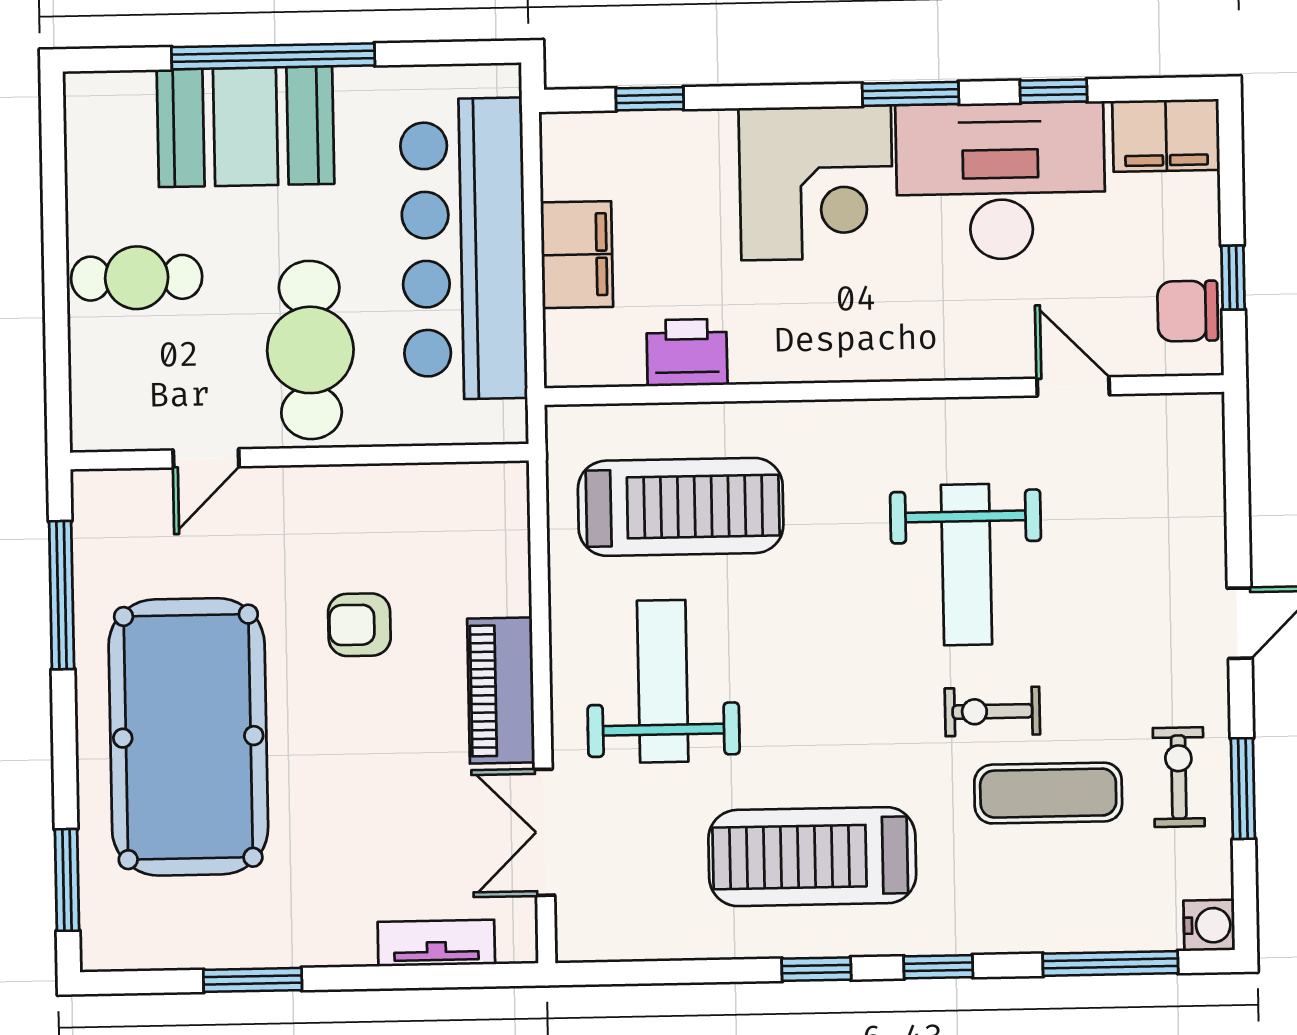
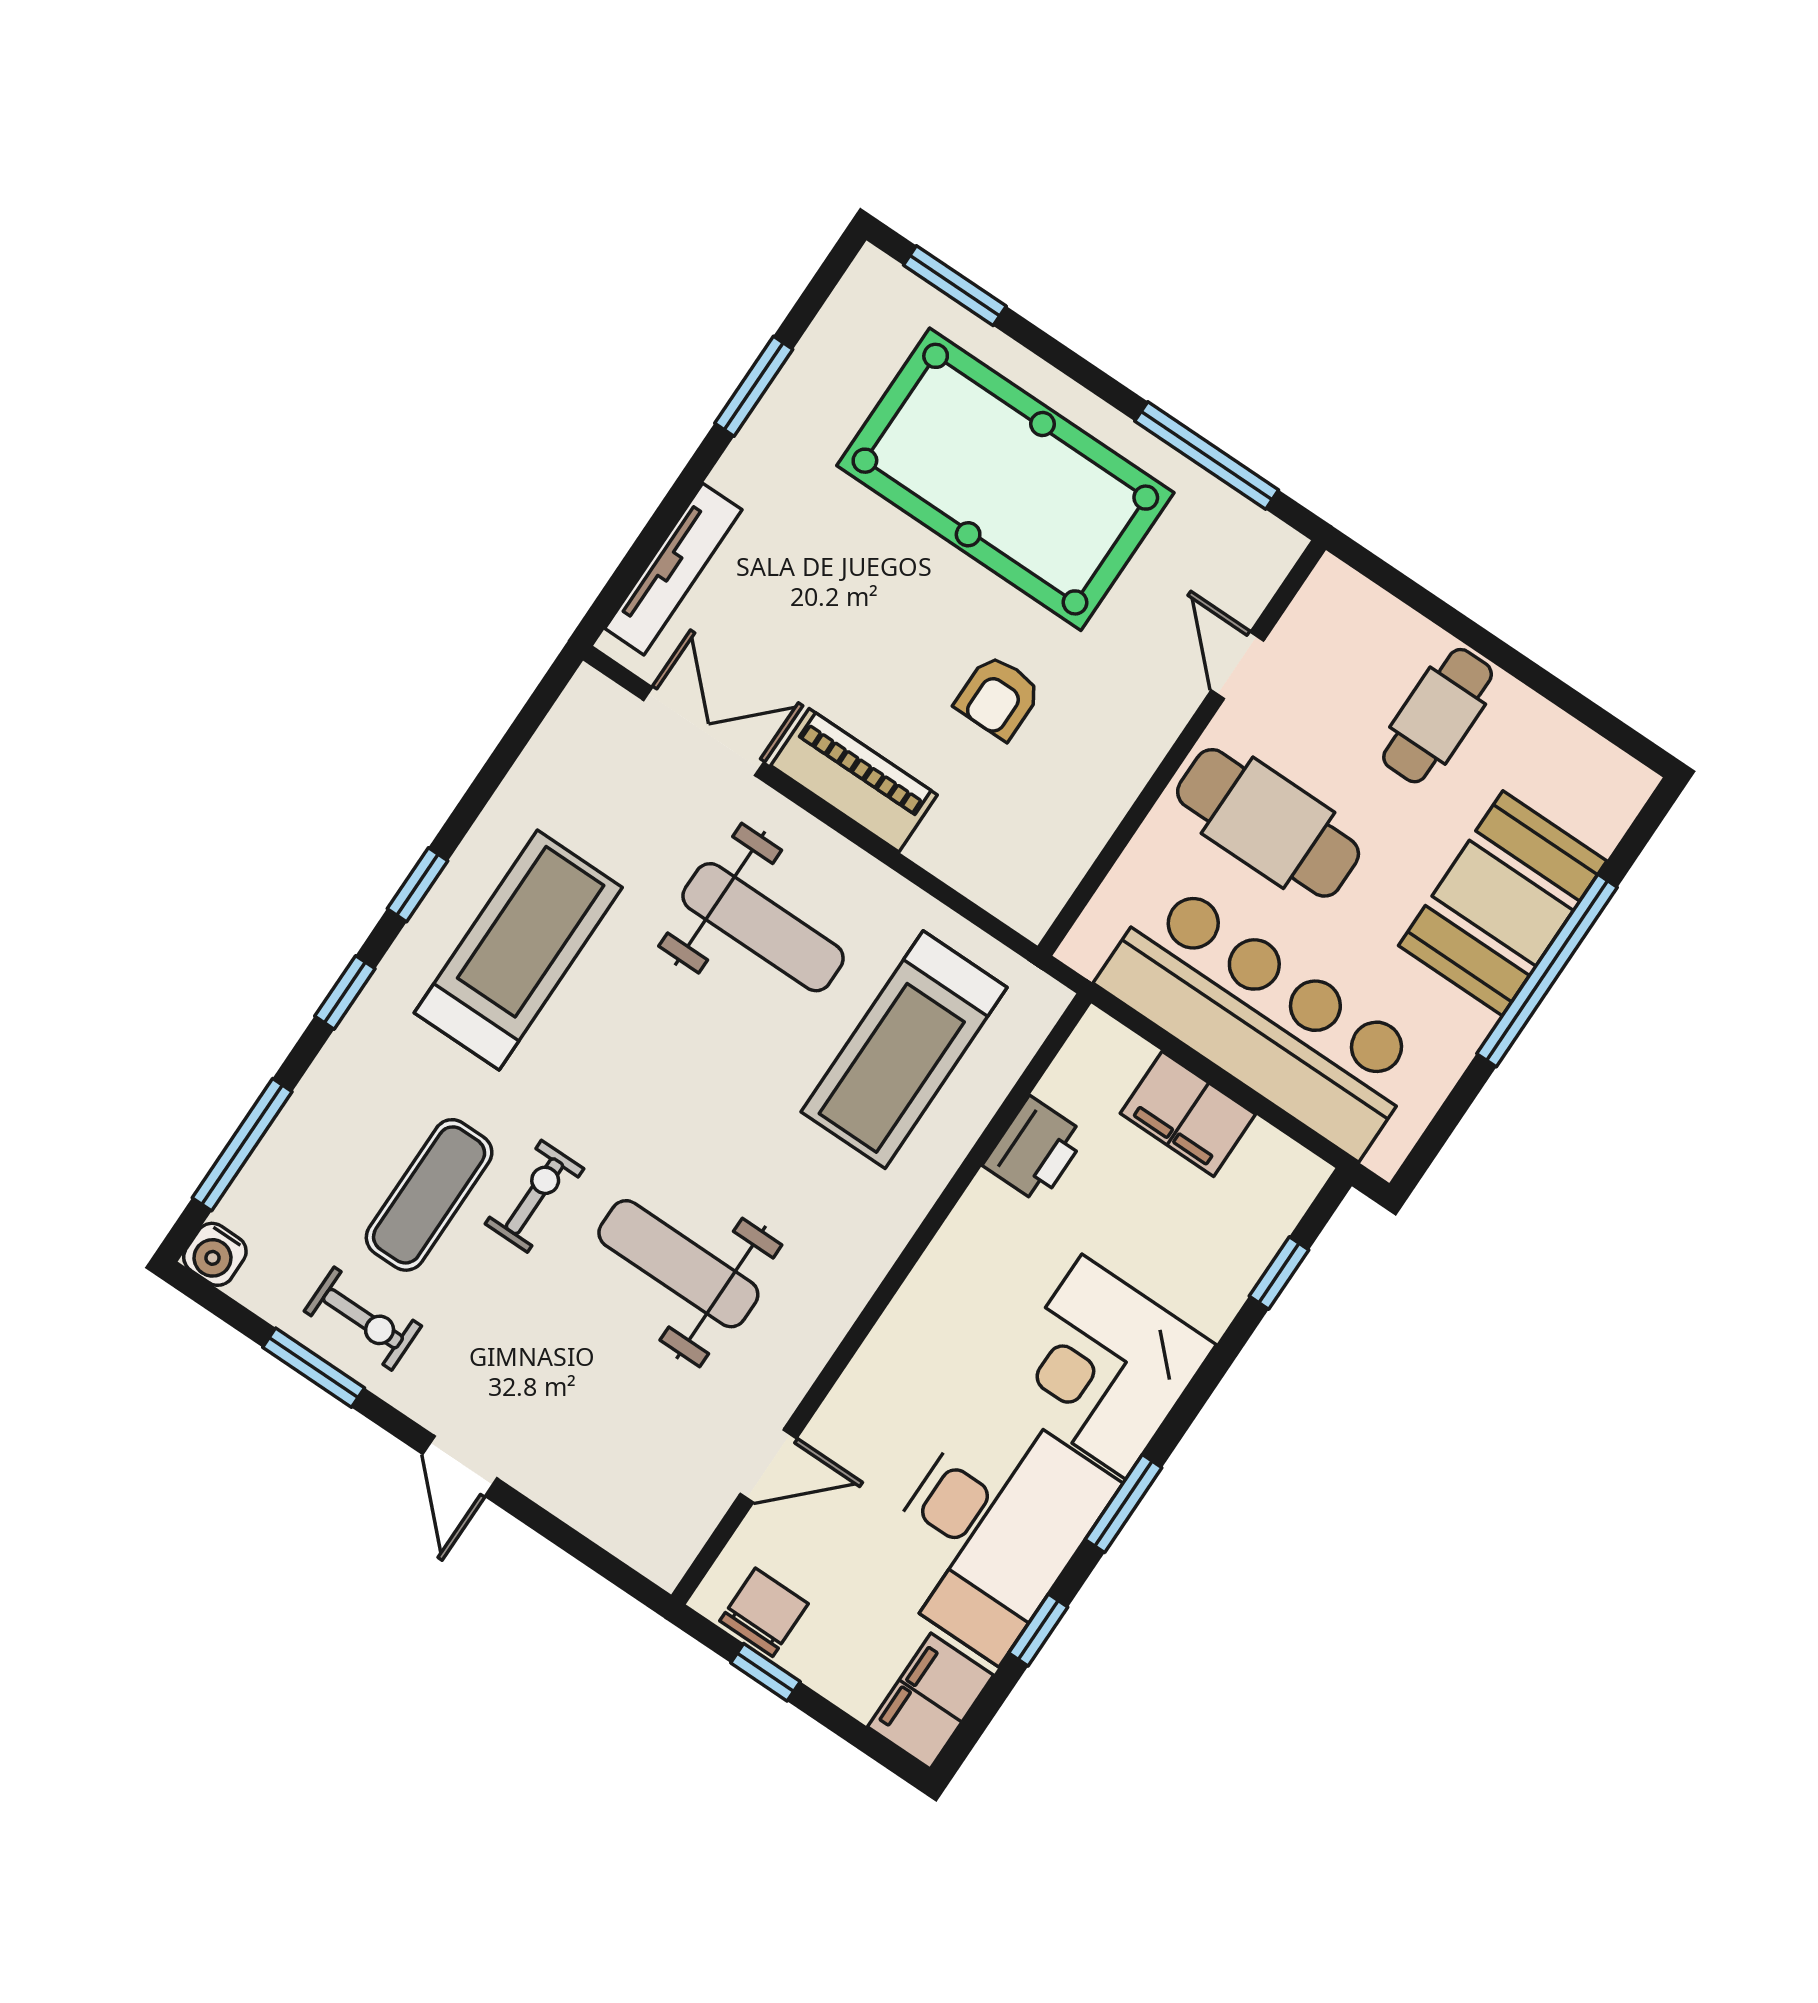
armchair: (359, 625) -> (998, 697), turned 180
tv unit: (436, 943) -> (673, 569), width x1.41

